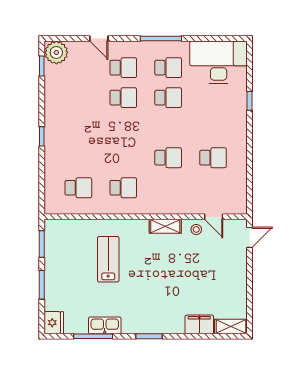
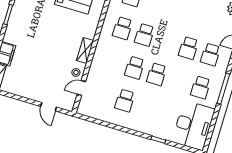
school desk: (168, 98) -> (157, 74), moved
school desk: (123, 158) -> (144, 35), added
door: (250, 237) -> (49, 107), moved

